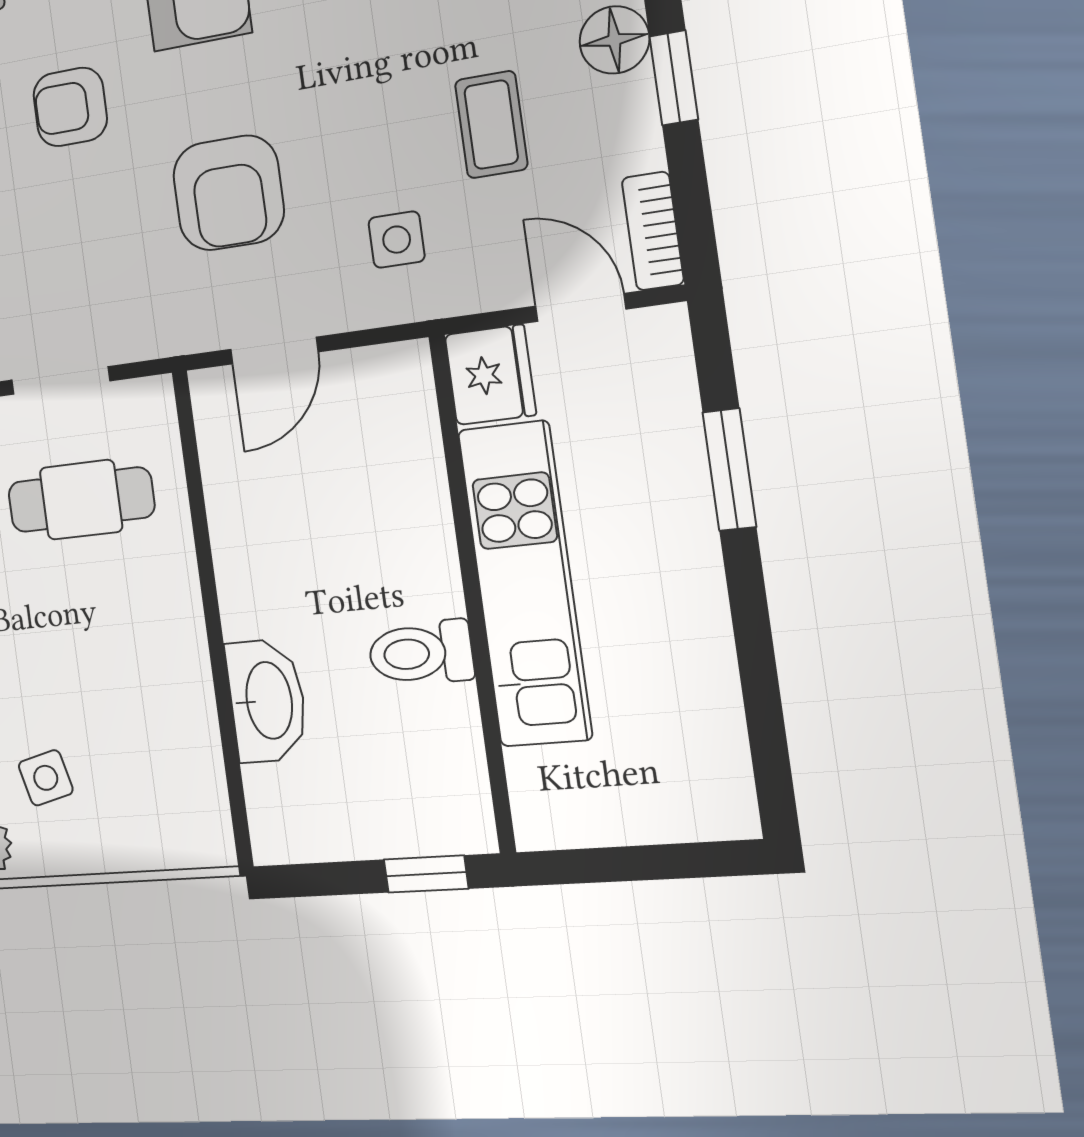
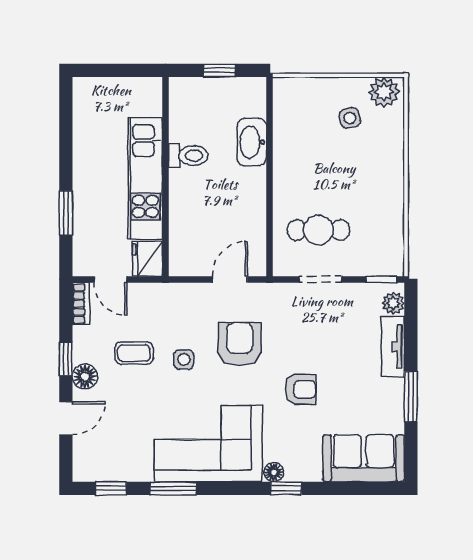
coffee table: (491, 125) -> (134, 353), turned 90
side table: (397, 240) -> (184, 360), moved
window: (426, 874) -> (219, 70), moved

